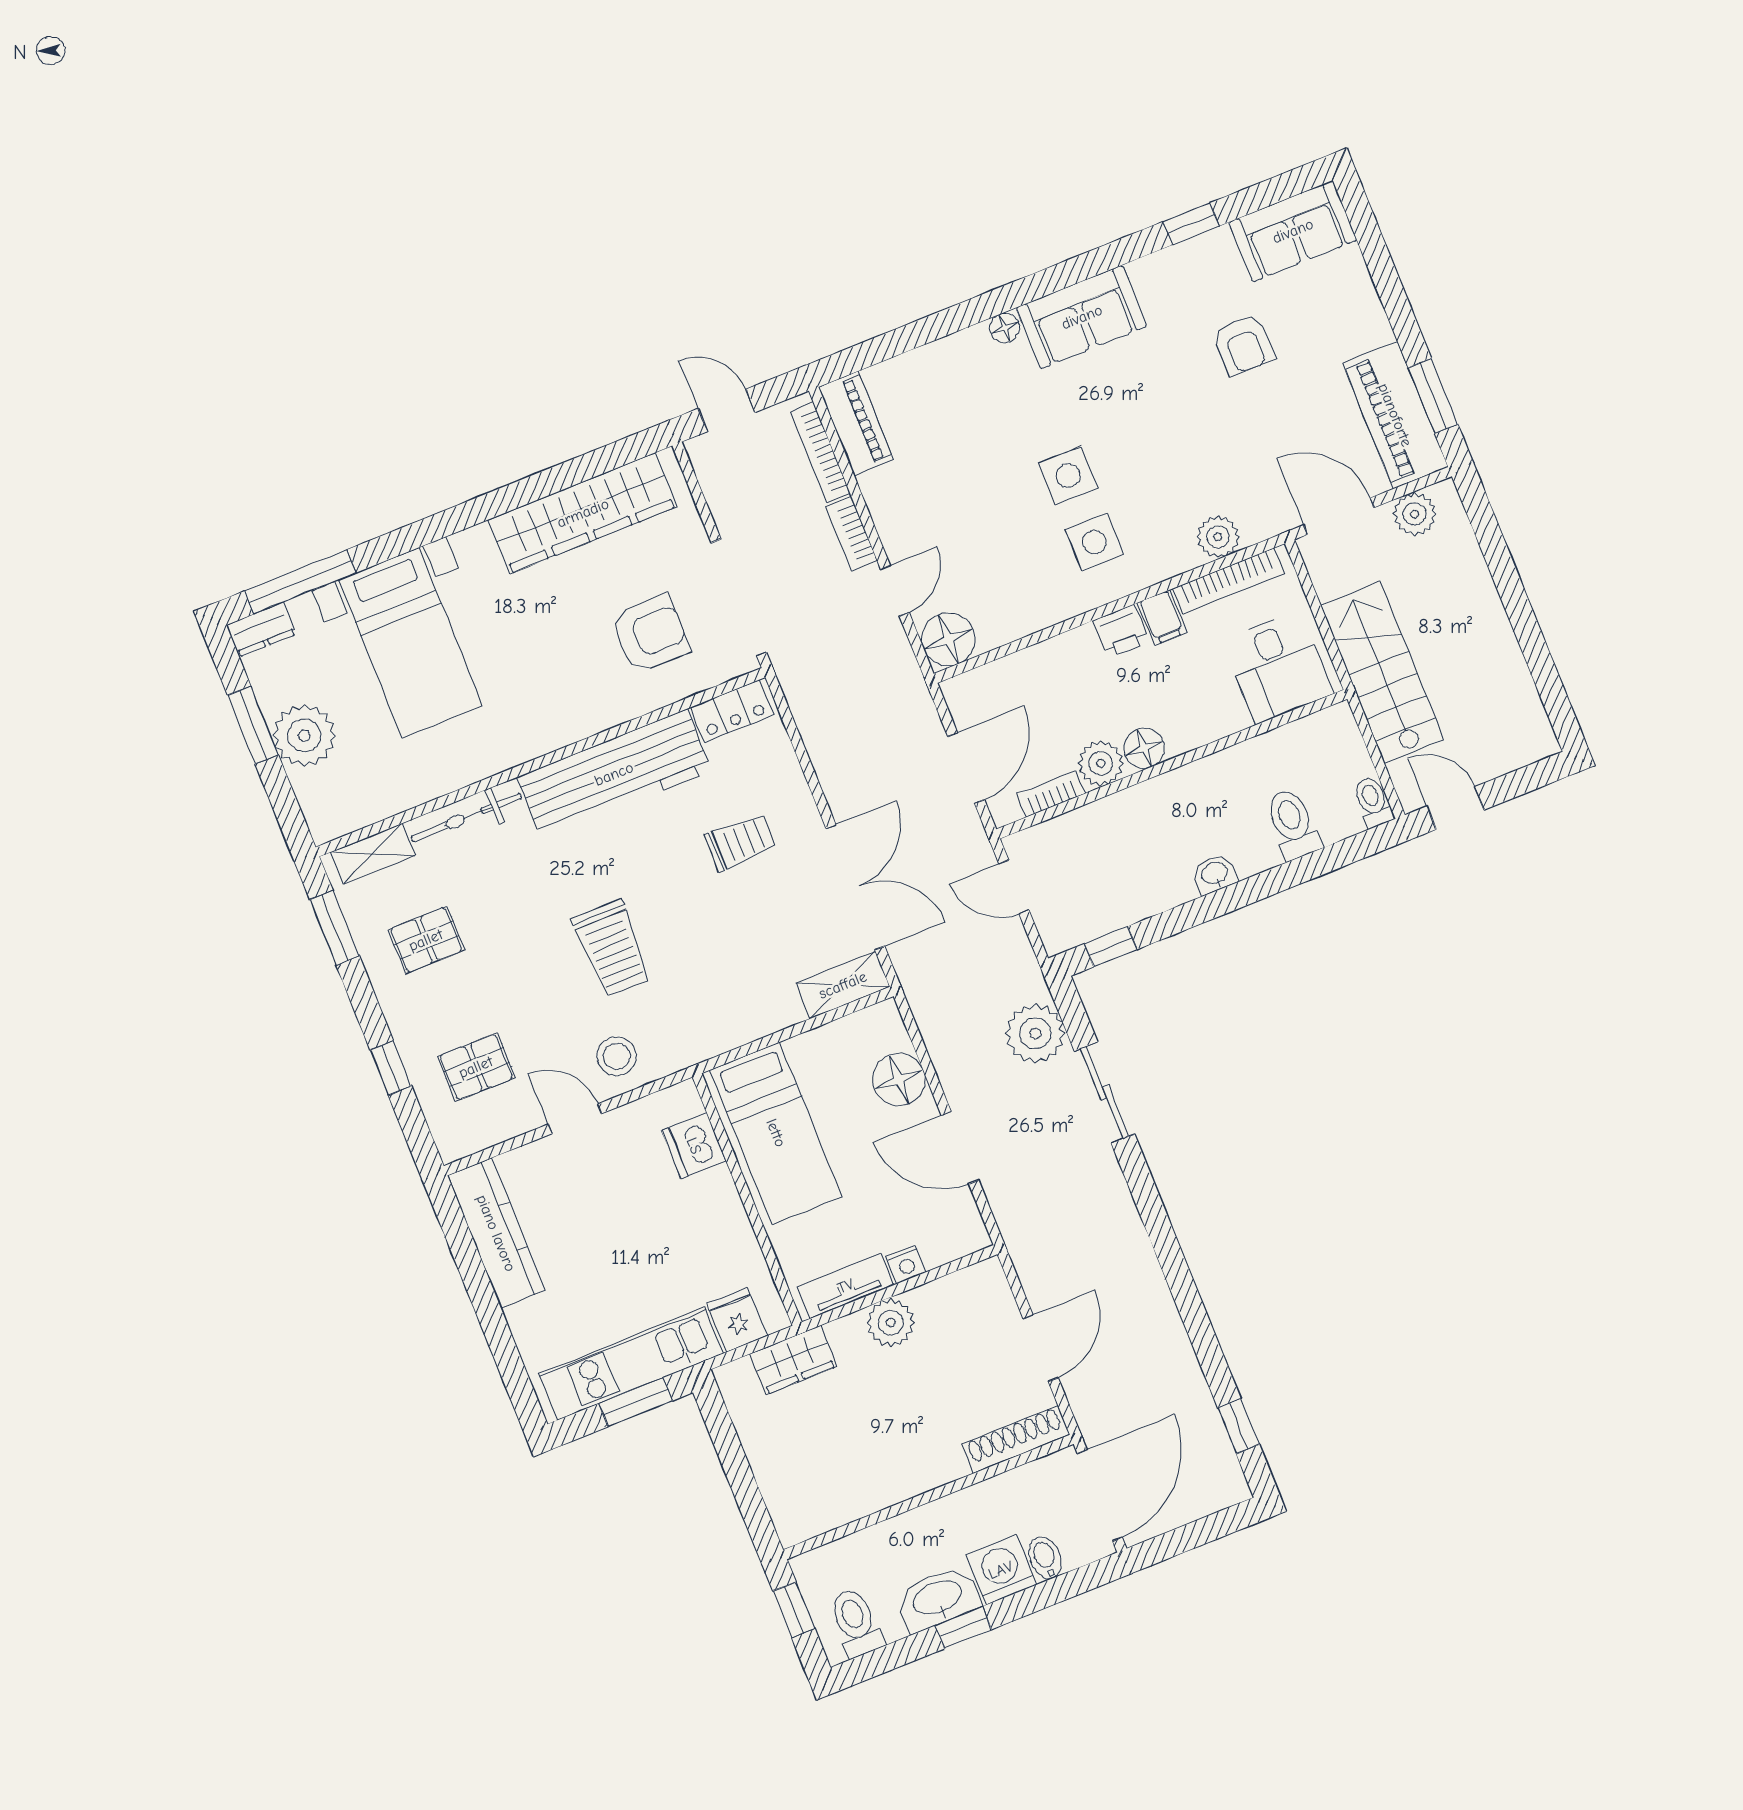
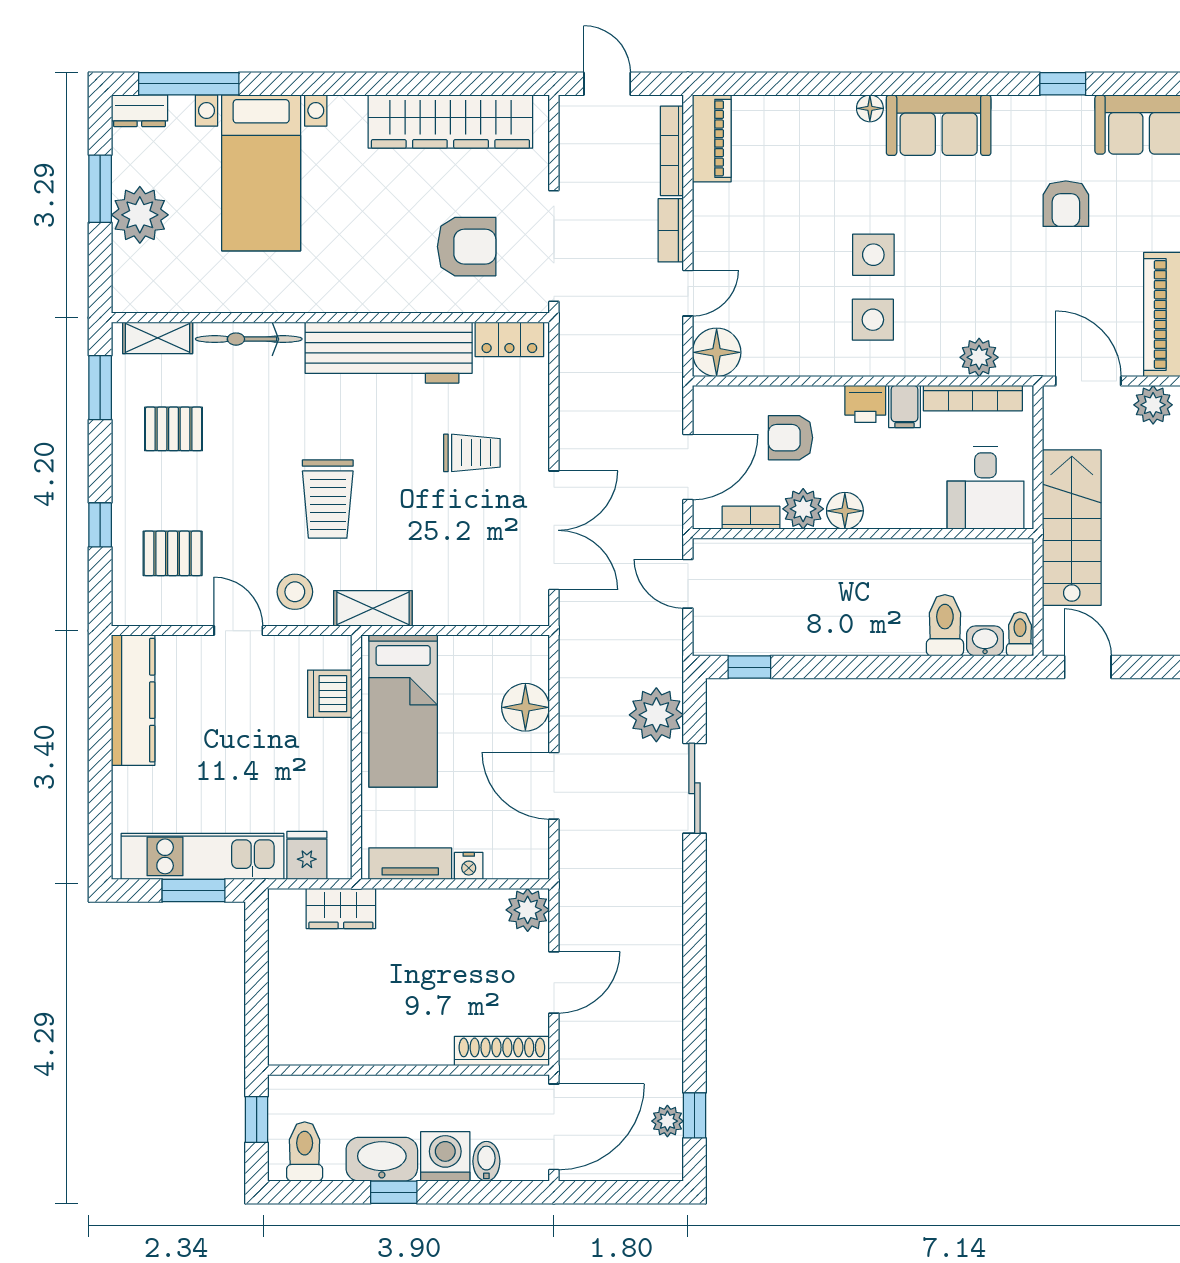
armchair: (1059, 696) -> (790, 438), added
washbasin: (1215, 874) -> (985, 641), moved
shelving: (843, 985) -> (373, 608), moved
plant: (891, 1323) -> (528, 910), moved
plant: (1213, 1443) -> (667, 1121), added

